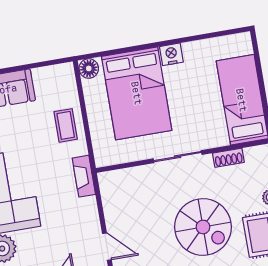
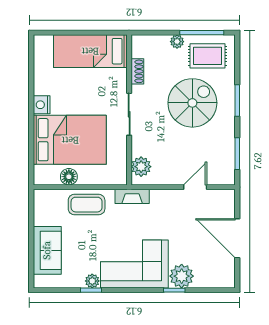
floor lamp: (89, 68) -> (69, 177), moved
coffee table: (66, 125) -> (87, 205), width x1.36, depth x1.30
plant: (120, 181) -> (141, 167), added

